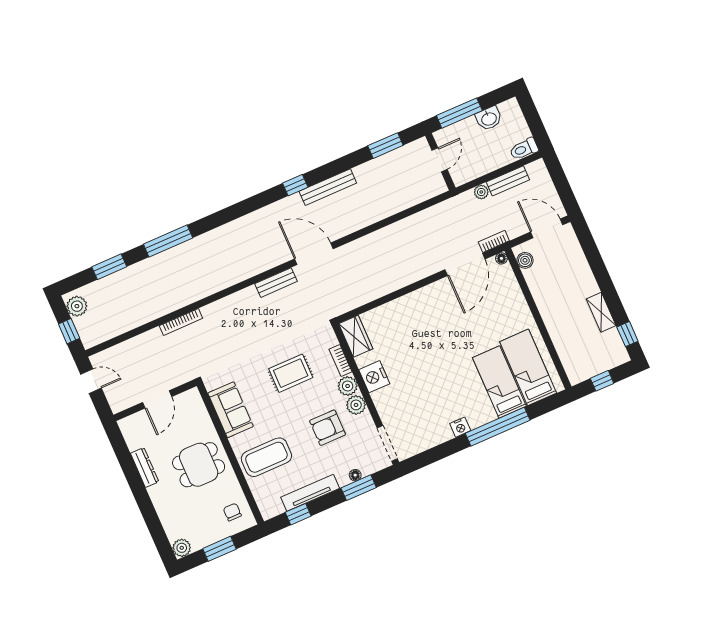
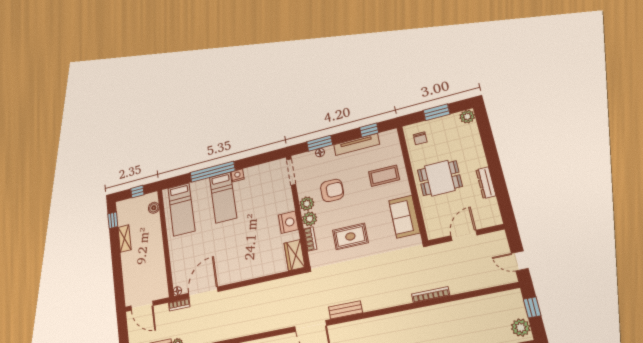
boiler: (525, 260) -> (154, 208), moved
bed: (499, 382) -> (223, 198), moved
coffee table: (266, 457) -> (384, 176), width x0.73, depth x0.76

